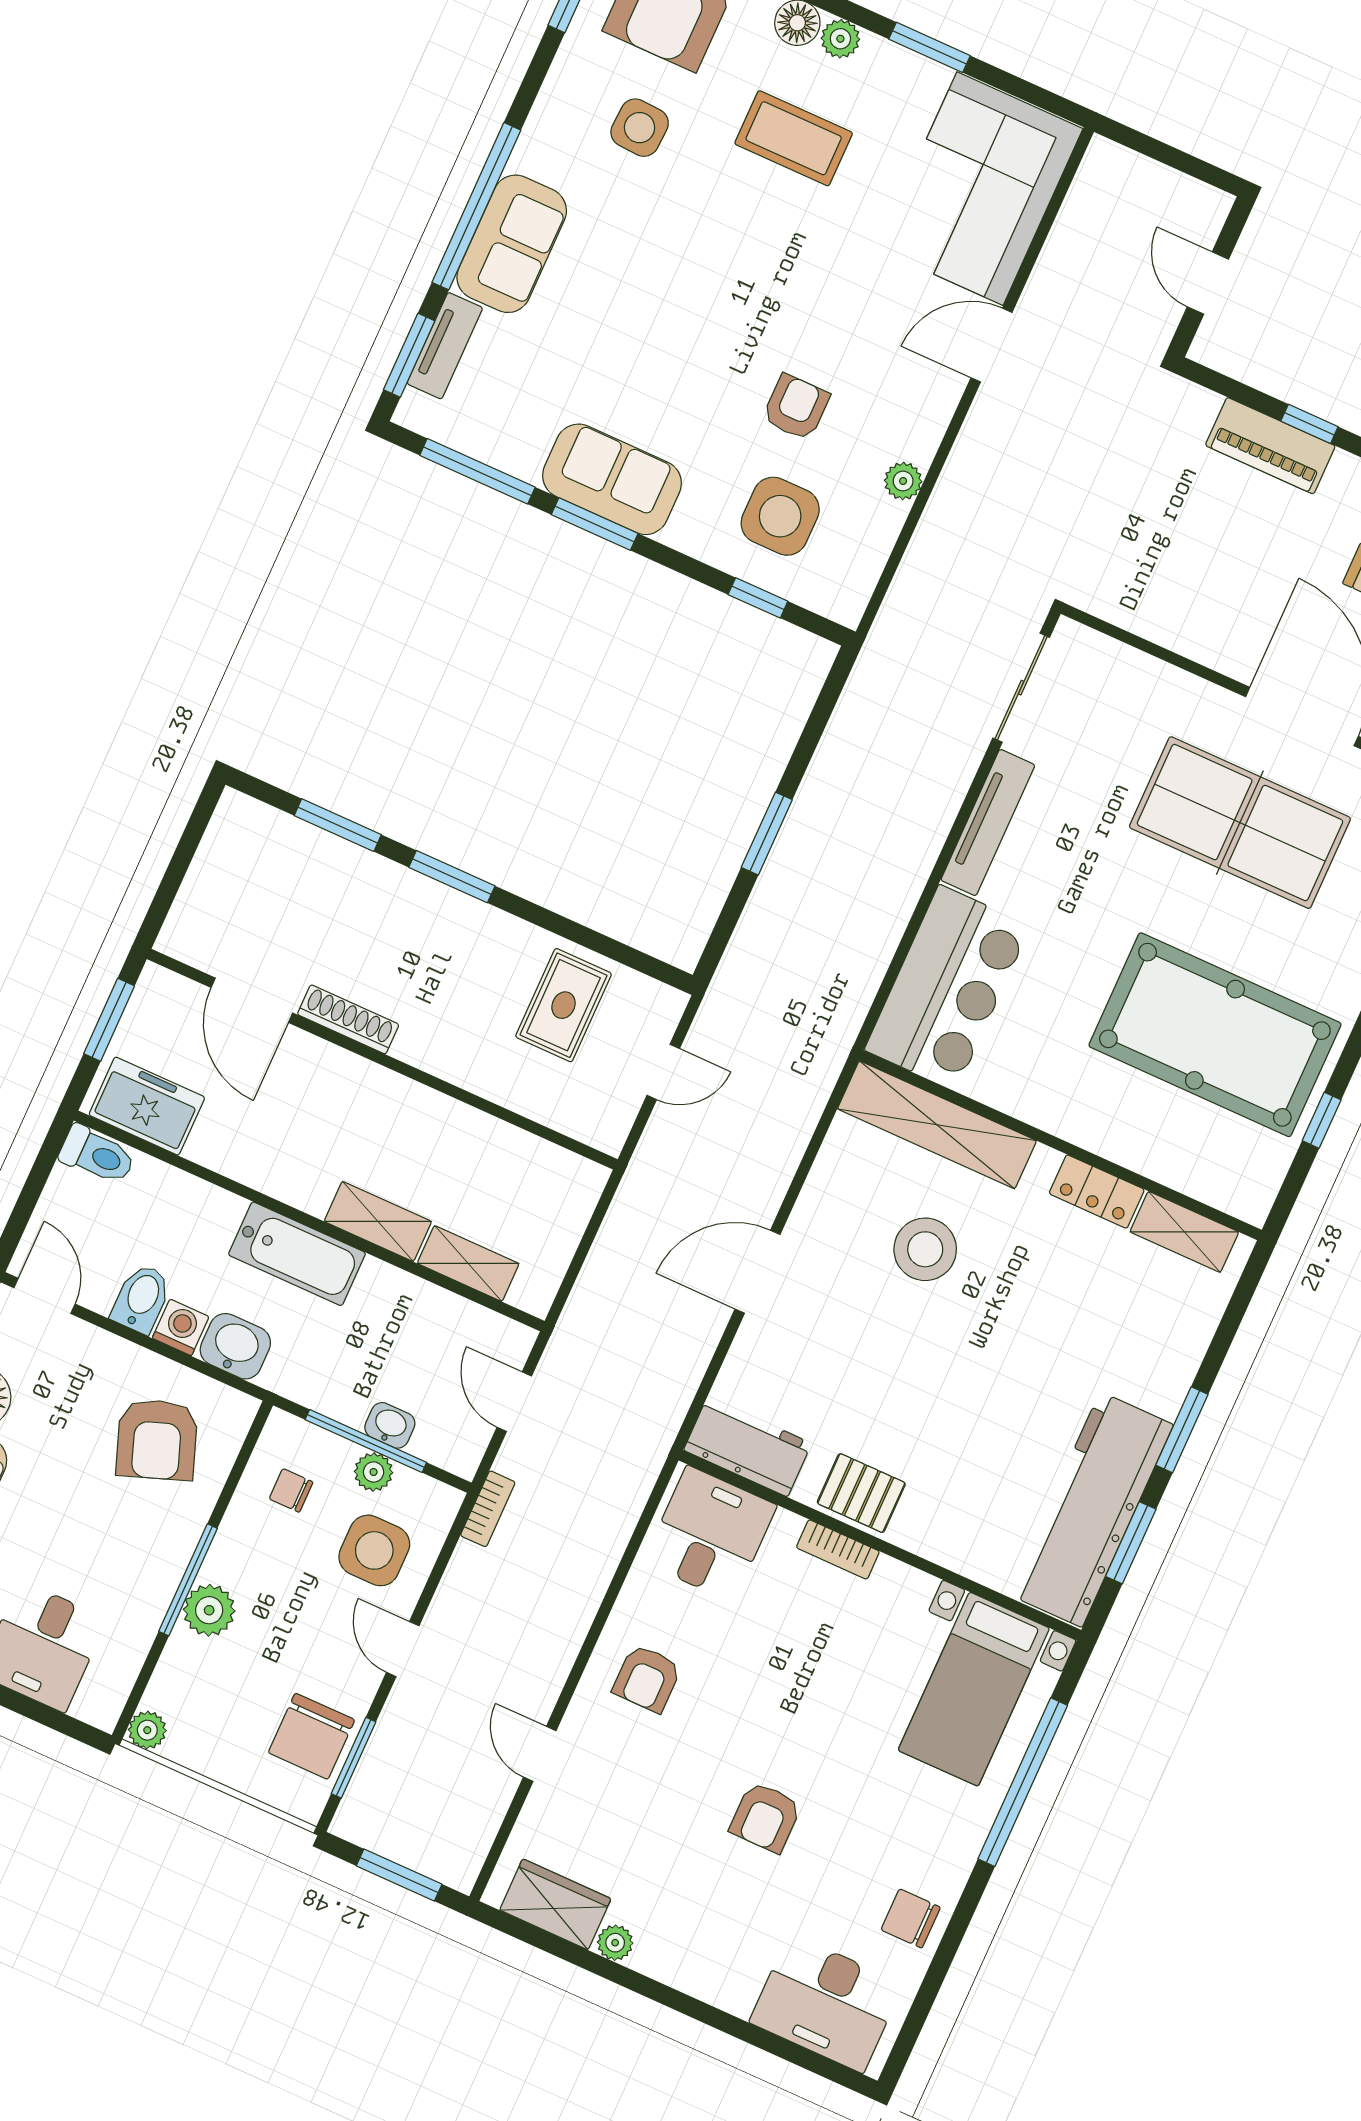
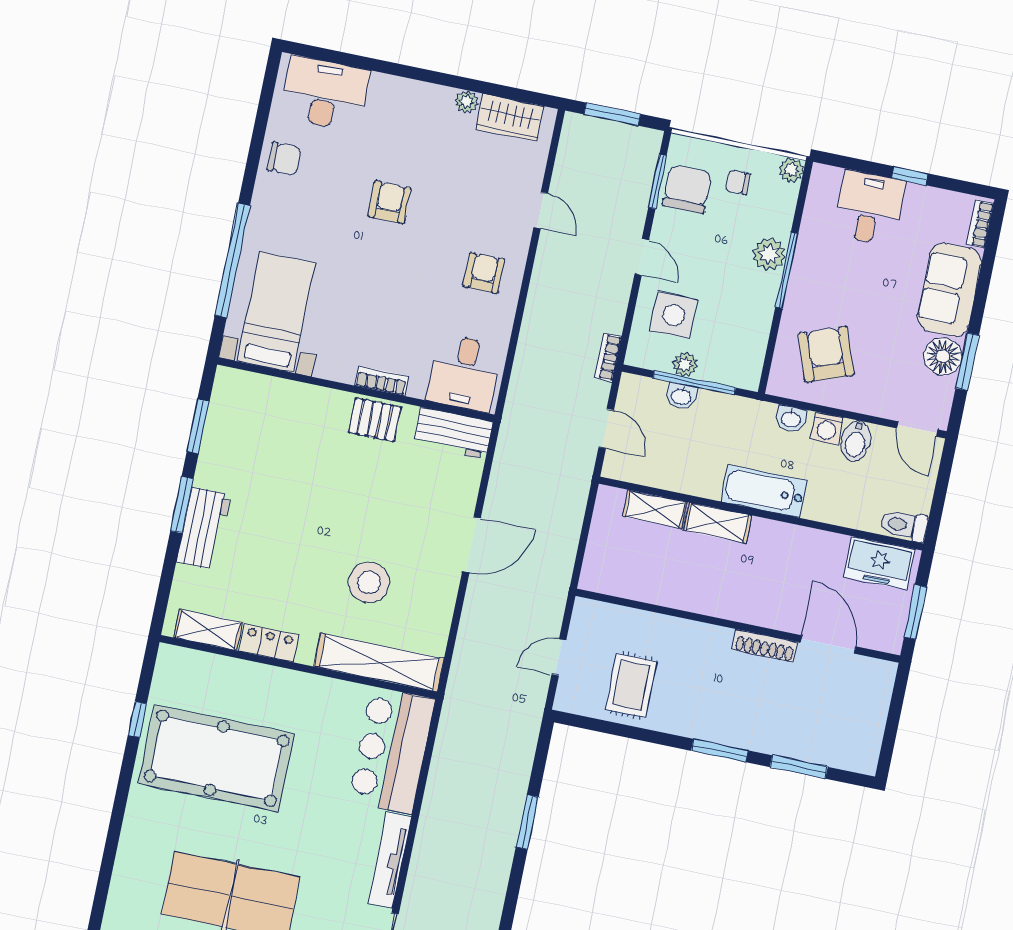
washbasin: (235, 1346) -> (791, 419), width x0.72, depth x0.69
chair: (291, 1490) -> (738, 182), moved, turned 180
workbench: (1091, 1510) -> (203, 528), moved, width x0.53, depth x0.76

